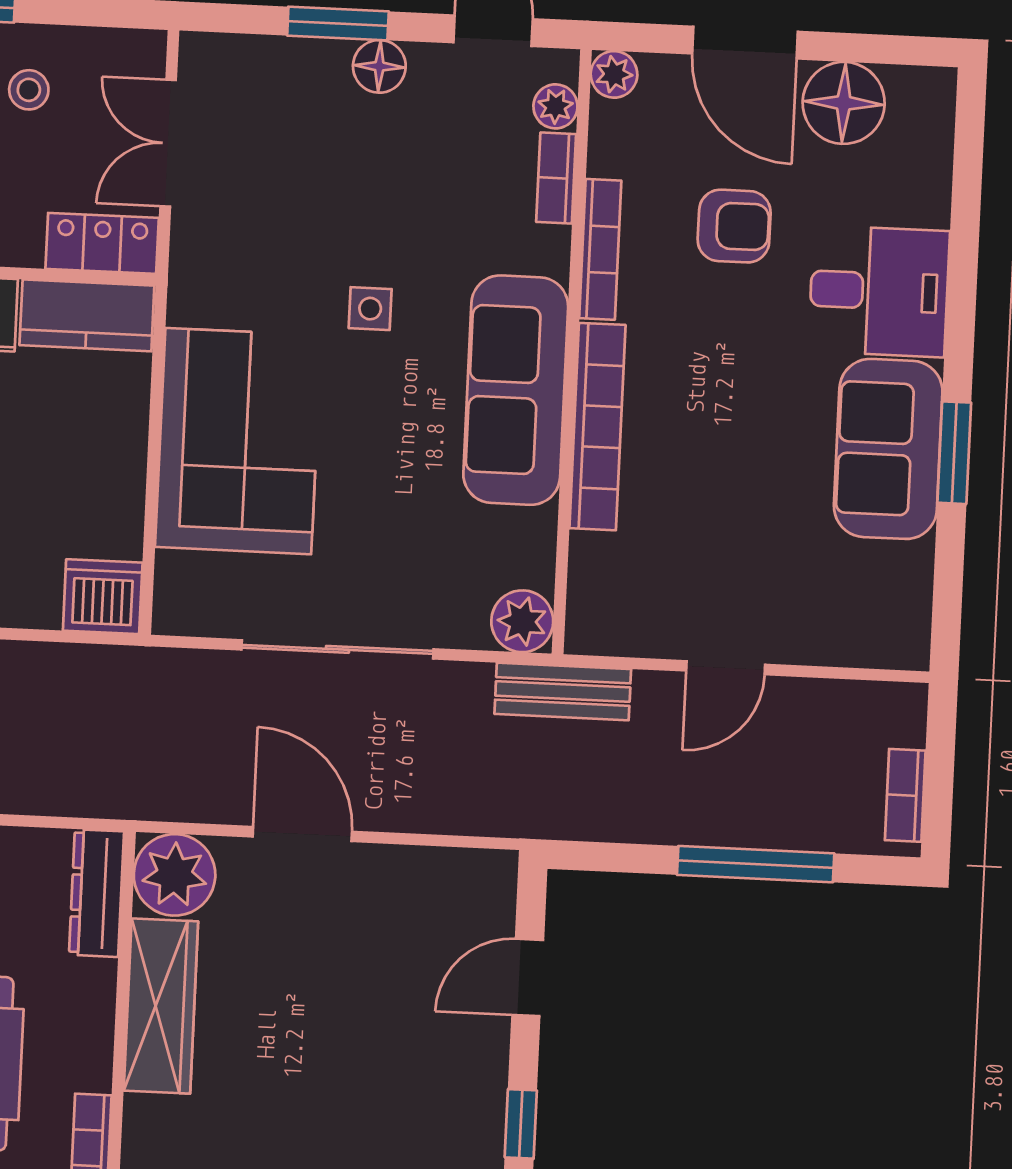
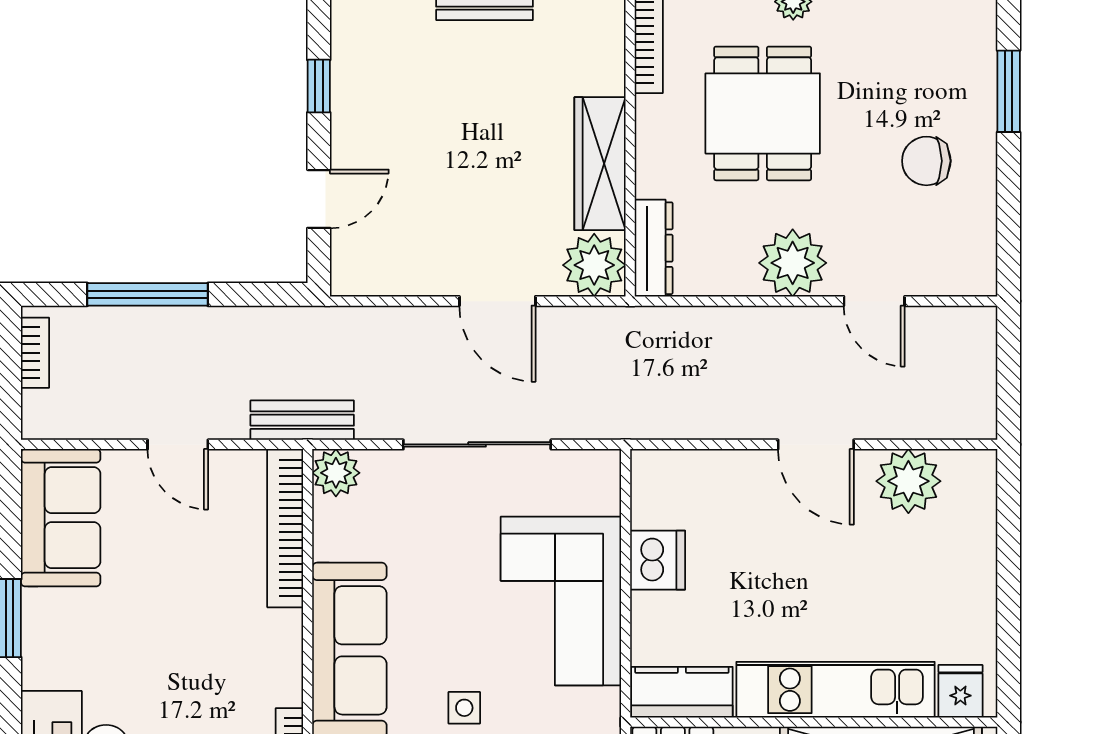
bookcase: (597, 427) -> (285, 528), moved
sofa: (888, 449) -> (61, 518), moved
dishwasher: (103, 597) -> (658, 560), moved, turned -90
door: (726, 668) -> (178, 444), swing flipped

